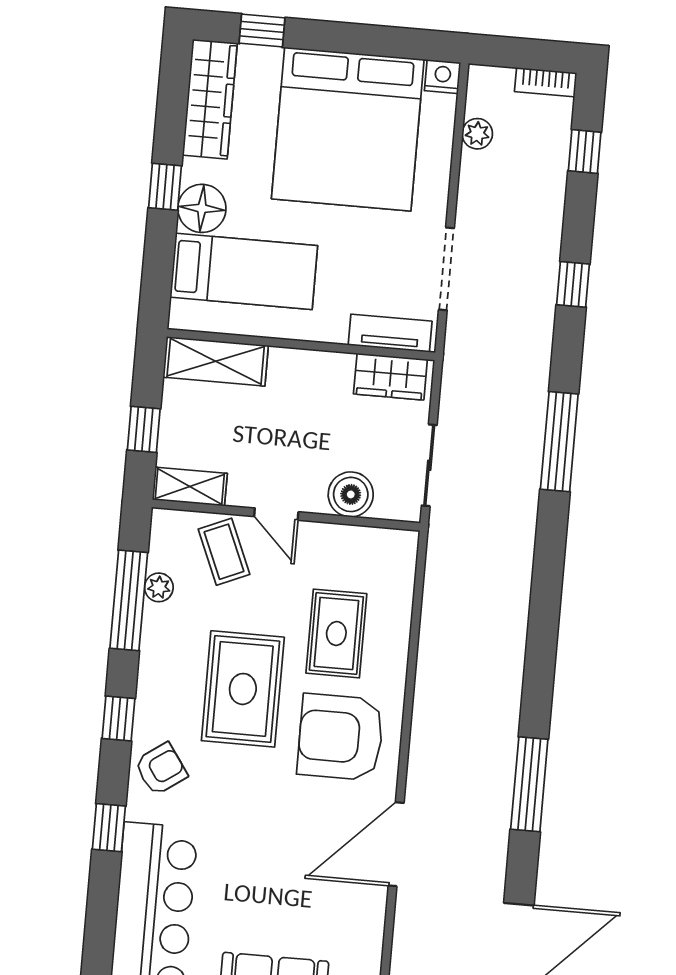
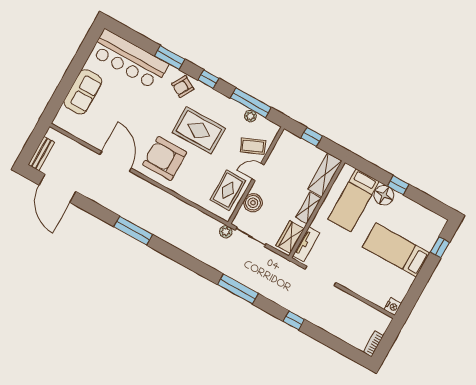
wardrobe: (210, 99) -> (423, 216), removed
bed: (348, 129) -> (396, 250), width x0.49
plant: (477, 134) -> (226, 232), moved
window: (585, 151) -> (341, 347), removed
shelving: (190, 487) -> (308, 208), moved
rug: (336, 633) -> (228, 190), moved, turned 90
armchair: (341, 737) -> (165, 159), turned -90
armchair: (161, 769) -> (183, 87), turned 65
window: (529, 784) -> (133, 230), moved
window: (109, 828) -> (170, 57), width x1.50

